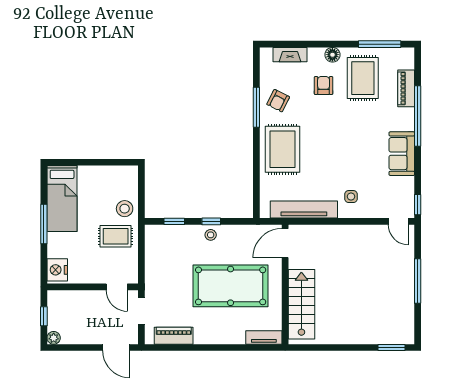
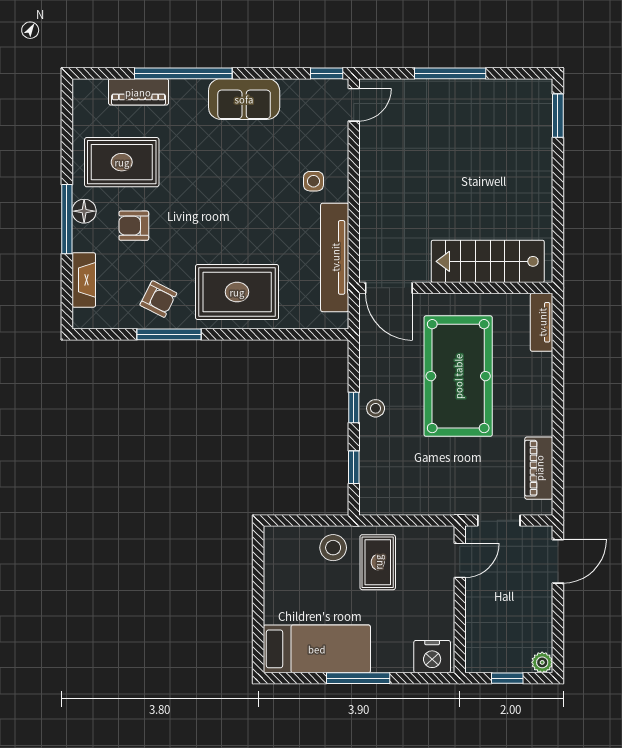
window: (380, 44) -> (67, 219), moved

